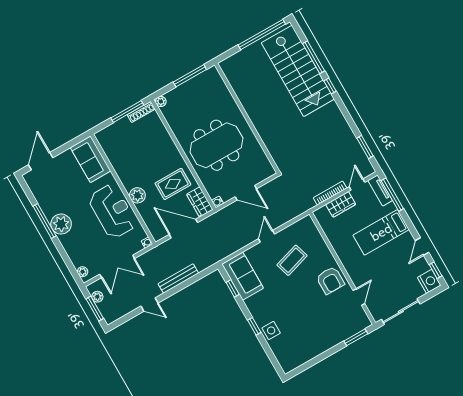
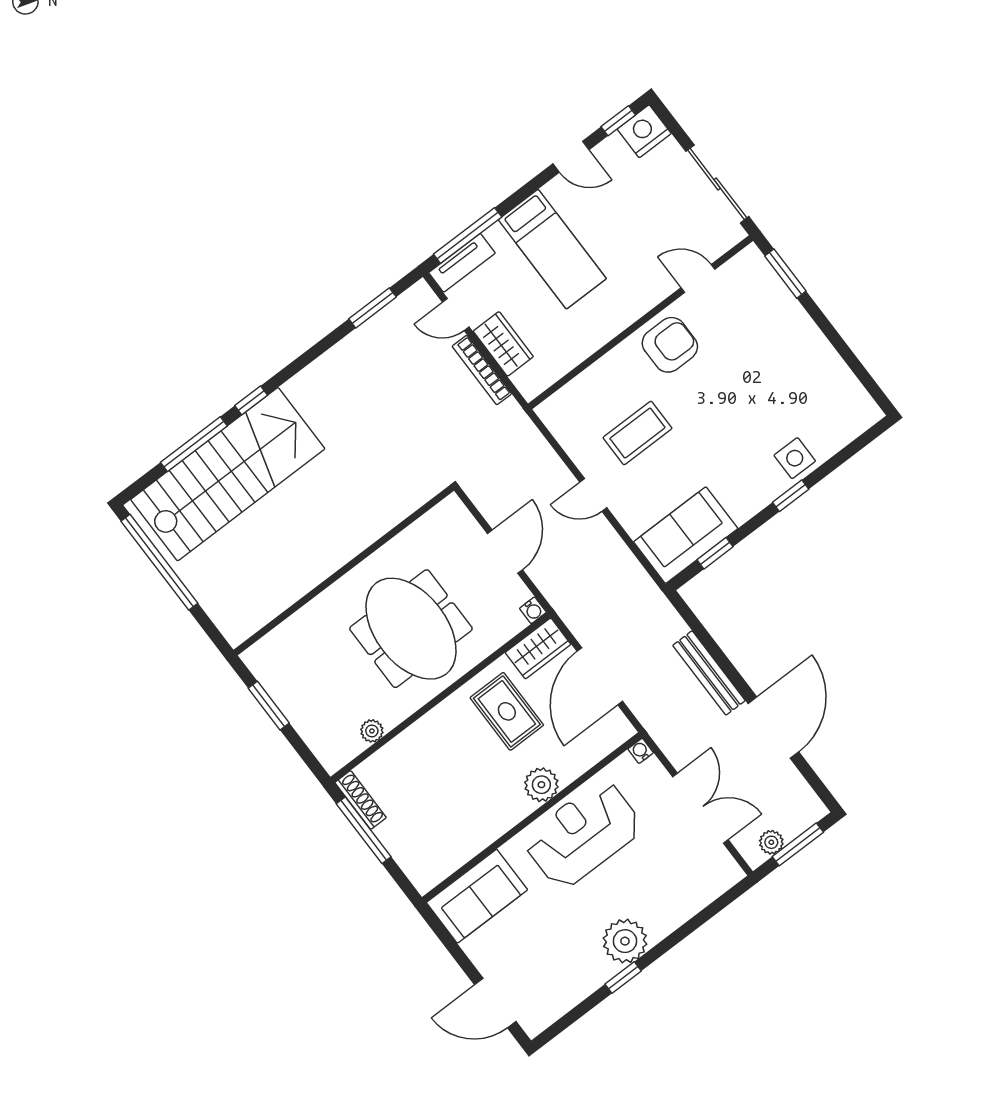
window: (190, 76) -> (269, 706), width x0.69
plant: (161, 101) -> (372, 731), moved
window: (45, 221) -> (623, 978), width x0.46
coffee table: (292, 260) -> (637, 433), turned -73
plant: (83, 272) -> (722, 881), removed
door: (149, 305) -> (773, 728), width x1.88

